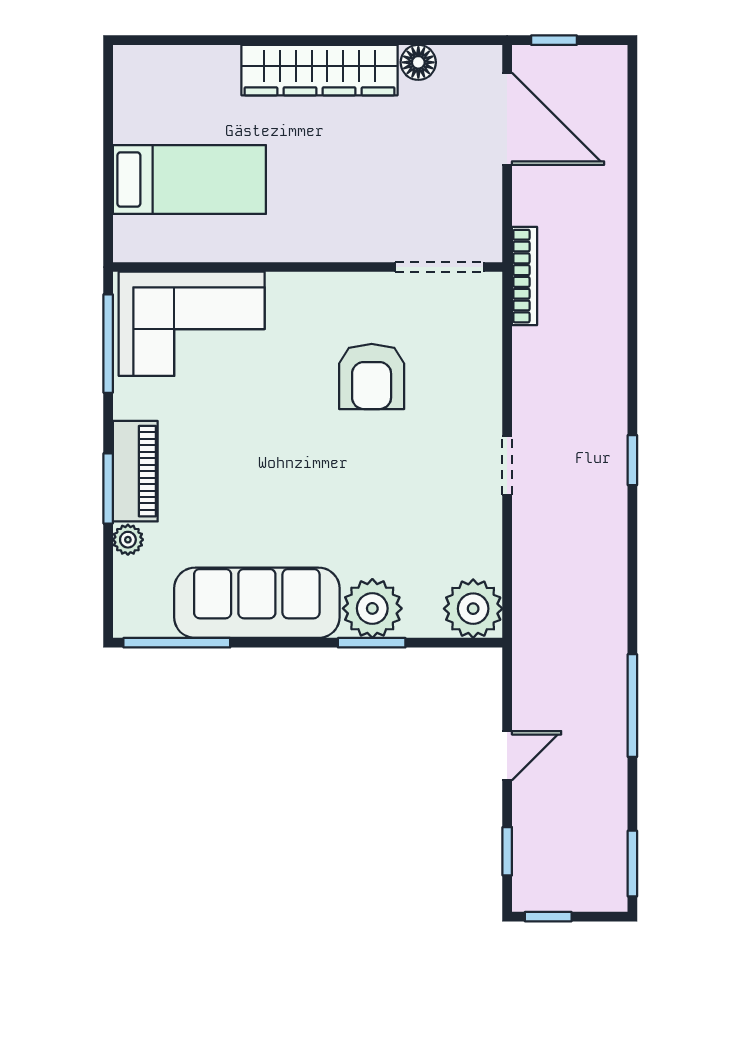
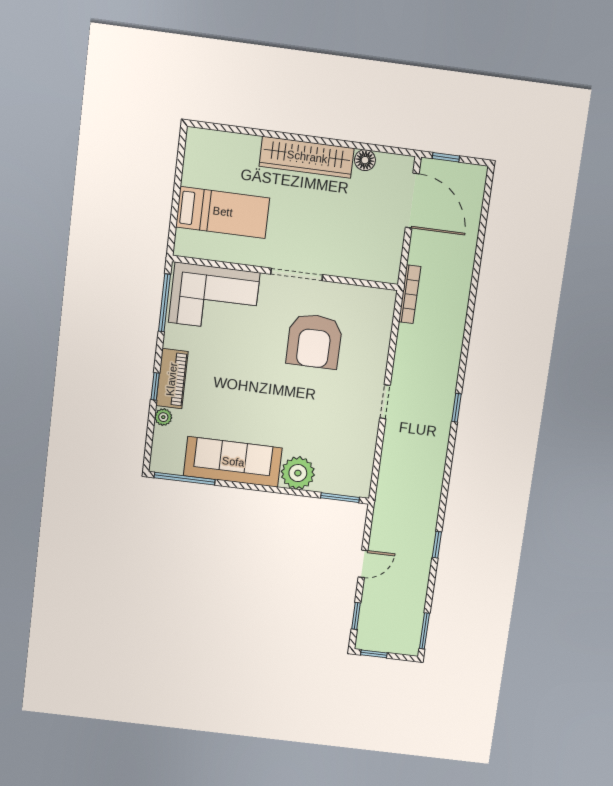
doorway: (440, 267) -> (297, 274), moved
armchair: (372, 376) -> (314, 341), width x1.36, depth x1.36
window: (108, 488) -> (155, 386), width x0.67
plant: (473, 609) -> (355, 480), removed
window: (372, 643) -> (340, 498), moved
window: (632, 706) -> (437, 545), width x0.46

